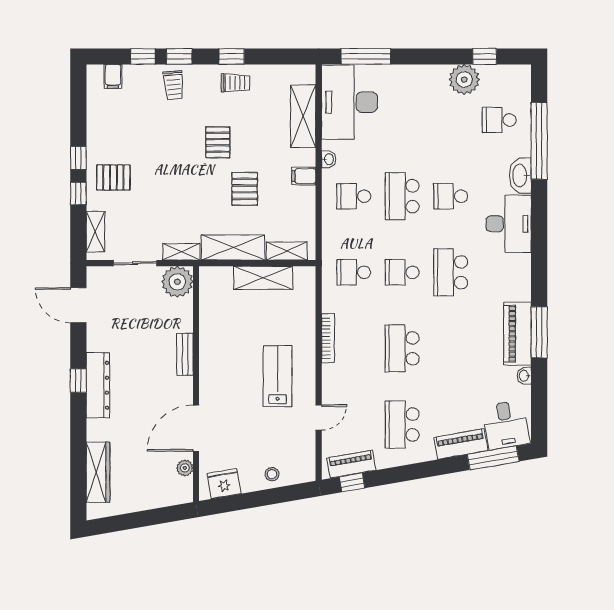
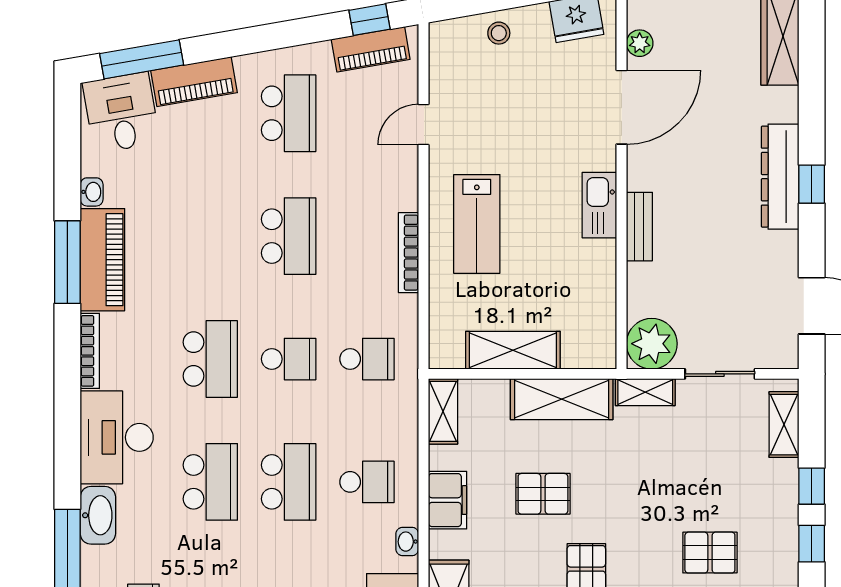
filing cabinet: (304, 176) -> (448, 500), width x2.00
pallet: (113, 177) -> (710, 553), moved
pallet: (245, 189) -> (543, 494), turned 90
school desk: (451, 196) -> (210, 482), width x1.85
shelving: (287, 251) -> (443, 411), moved, turned 90
bookcase: (525, 277) -> (90, 351), added
kitchen sink: (210, 368) -> (599, 205), added
lab bench: (278, 376) -> (477, 224), moved

